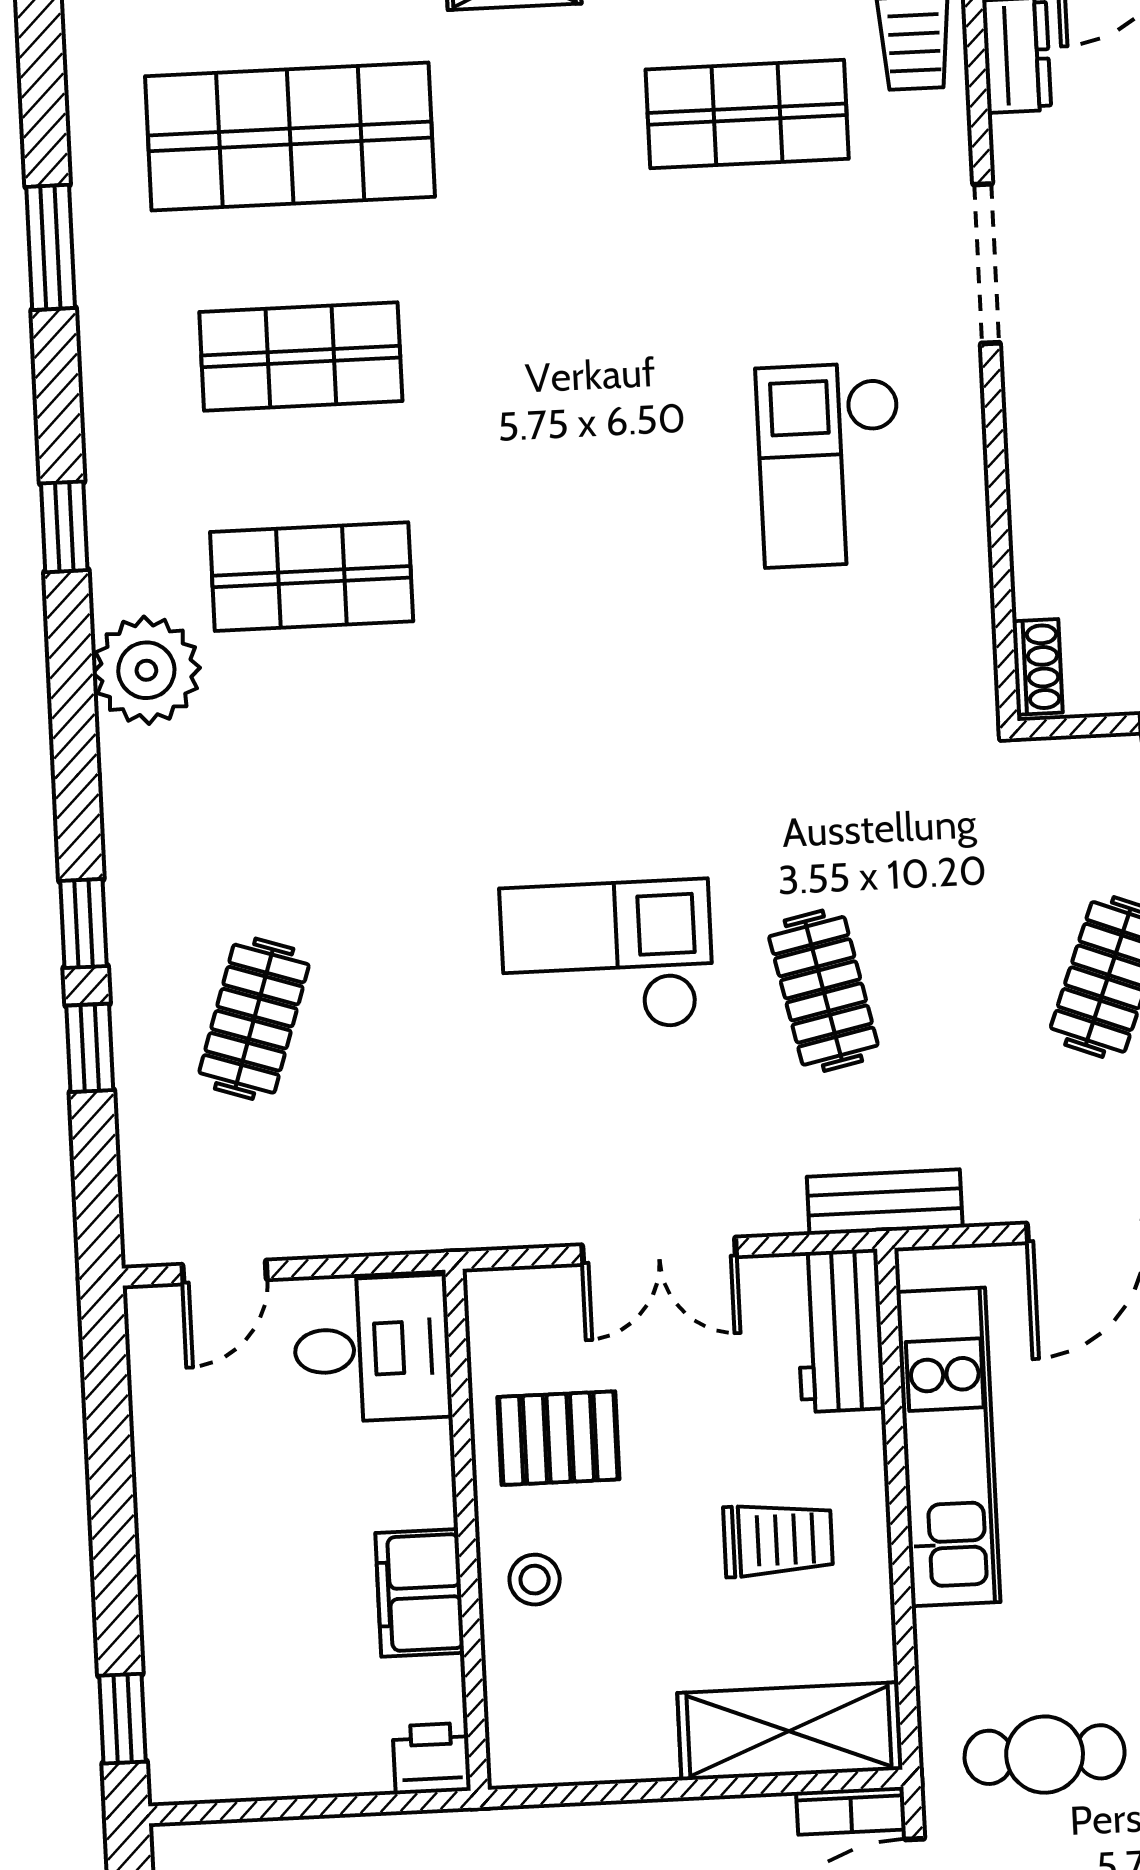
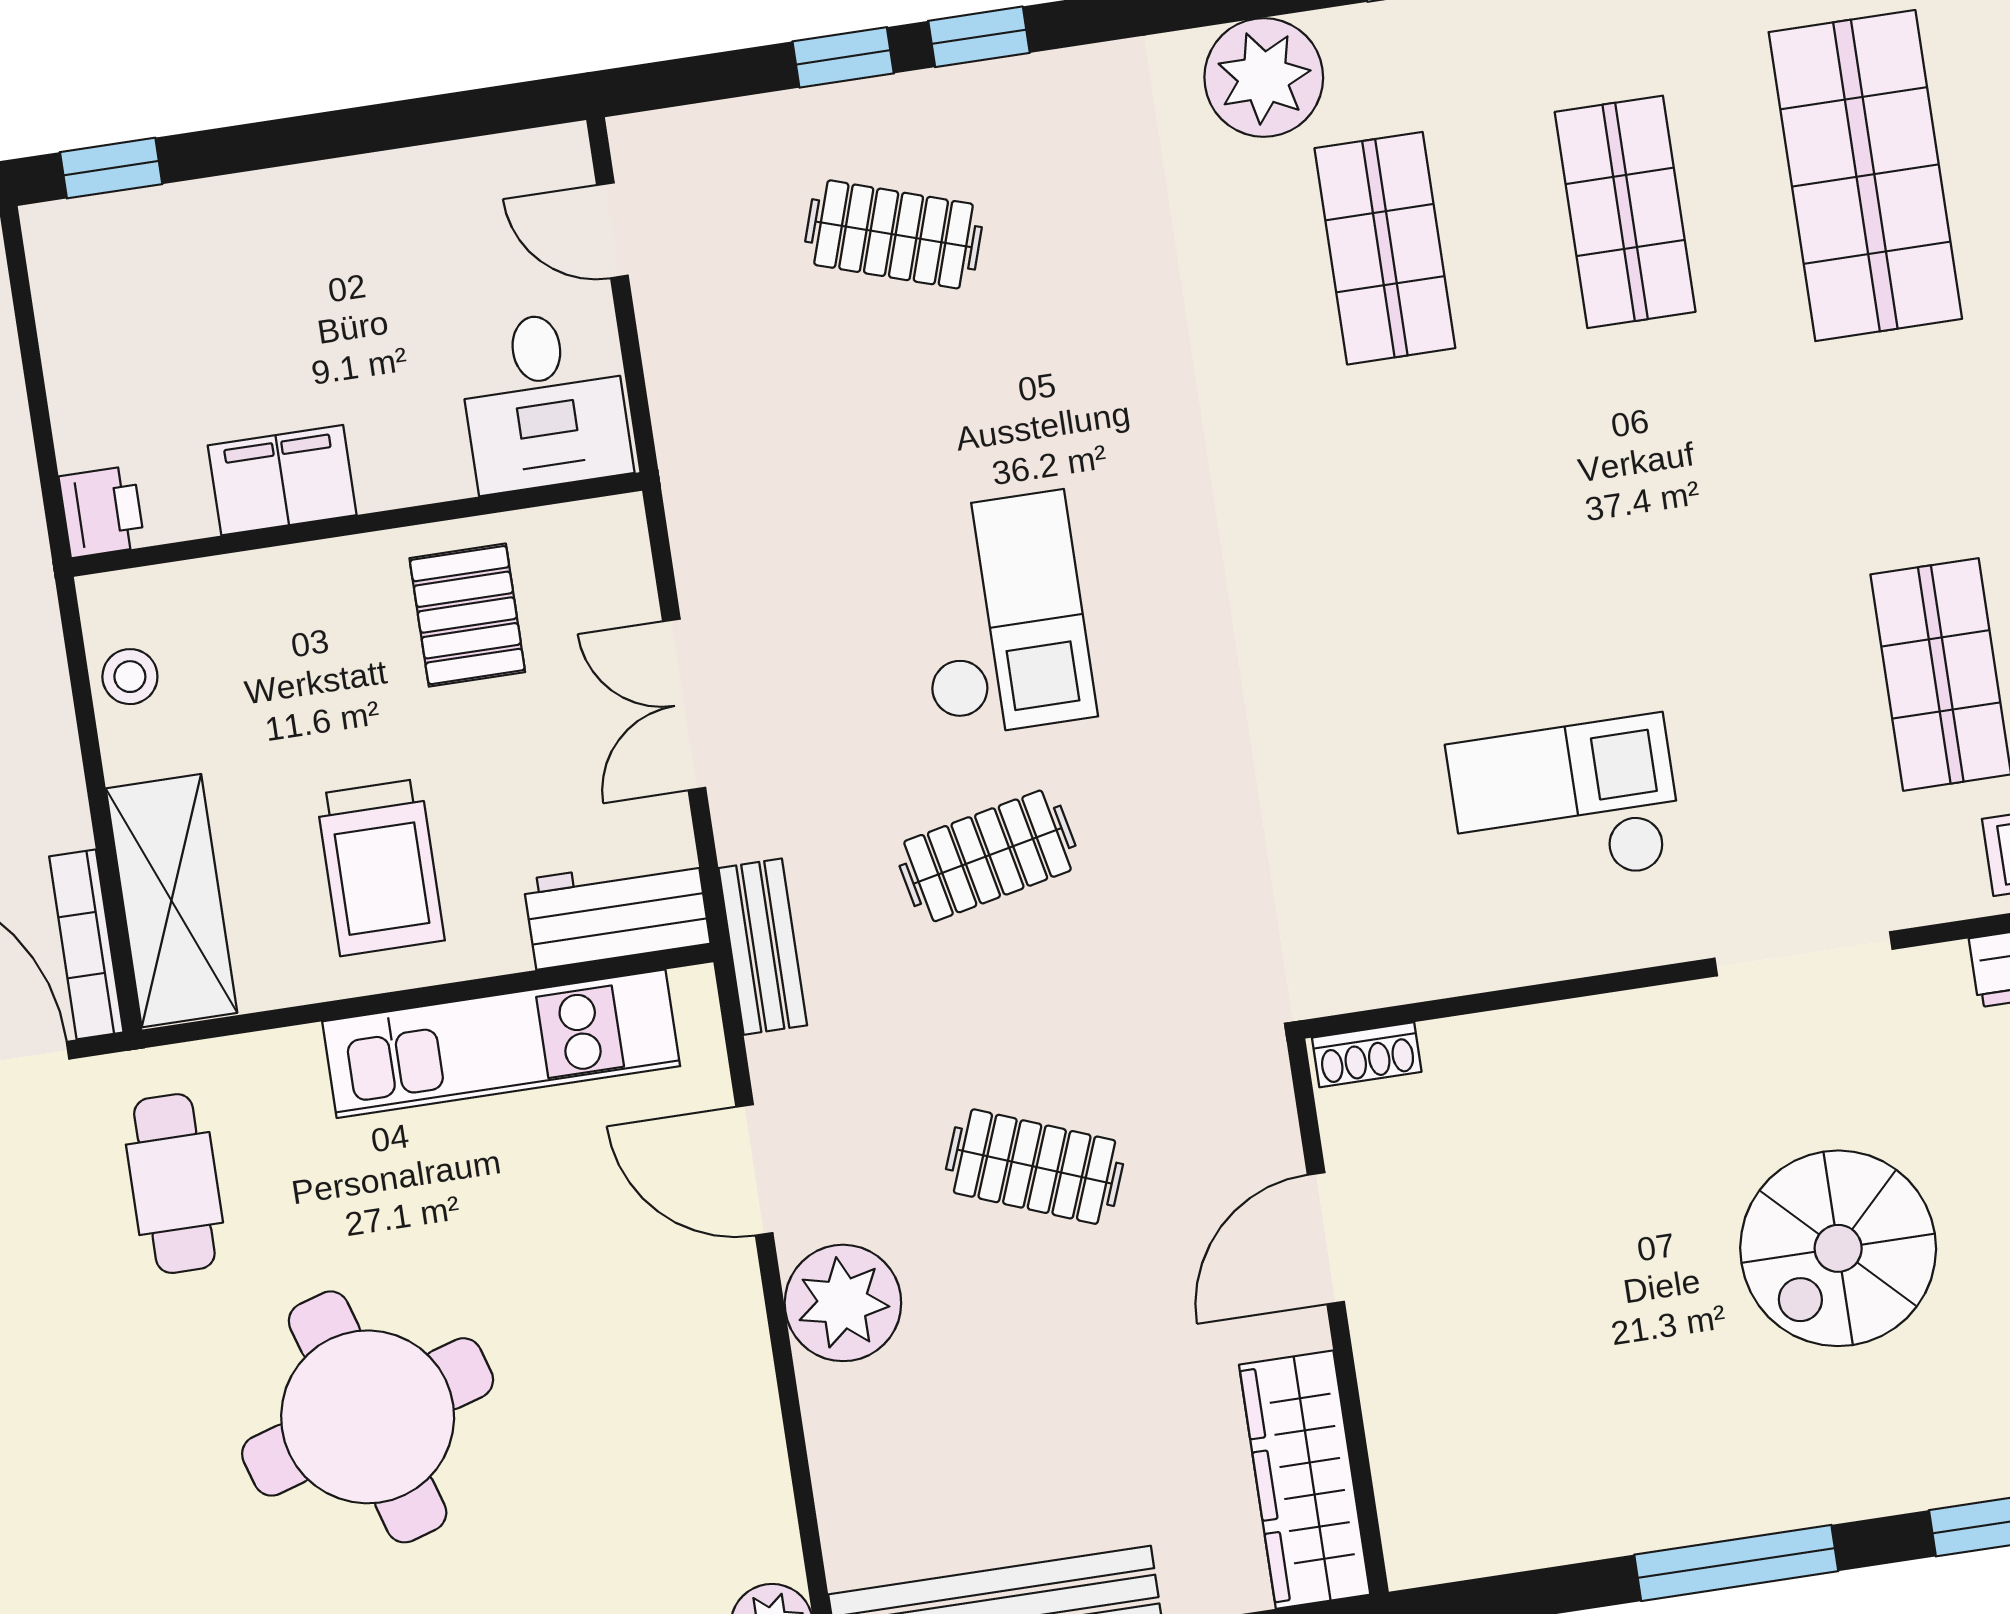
trolley: (778, 1540) -> (380, 867), width x1.36, depth x1.39
stool: (535, 1580) -> (130, 677), moved
bookcase: (851, 1811) -> (86, 944), width x1.56

